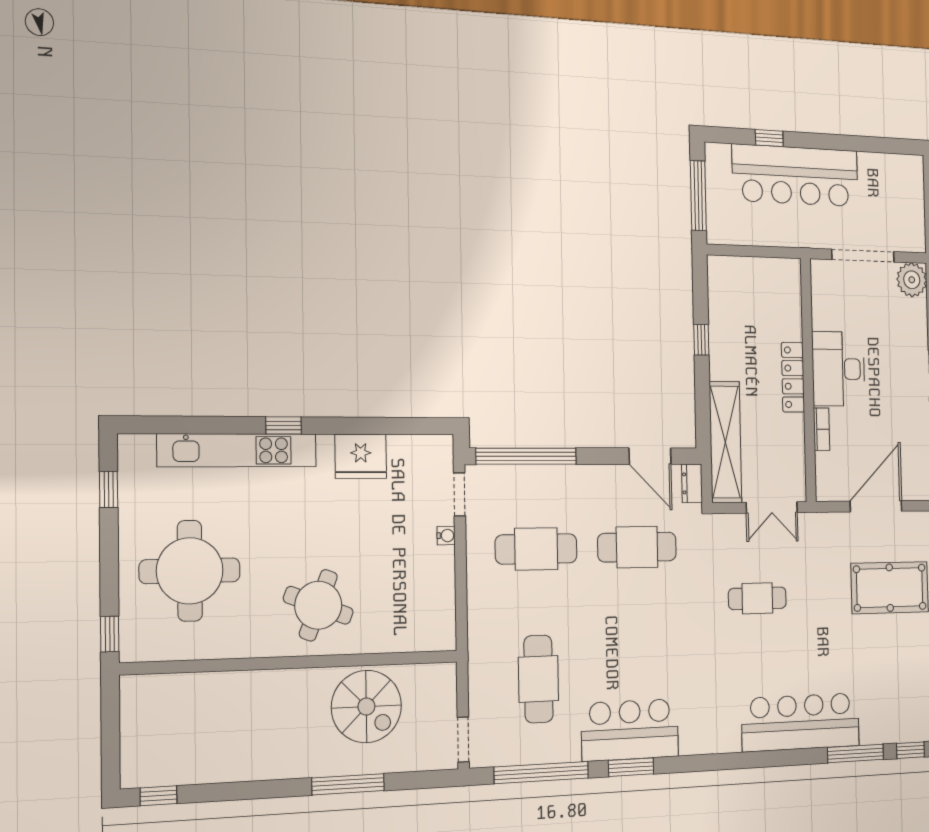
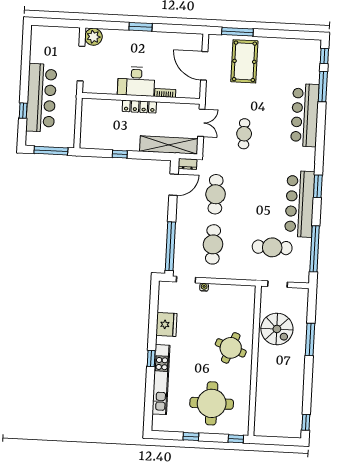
window: (109, 490) -> (191, 436), moved
spiral stairs: (366, 707) -> (277, 329), turned 90
bar counter: (630, 730) -> (300, 204), width x1.36
doorway: (463, 740) -> (278, 284), moved
window: (631, 767) -> (318, 186), moved

